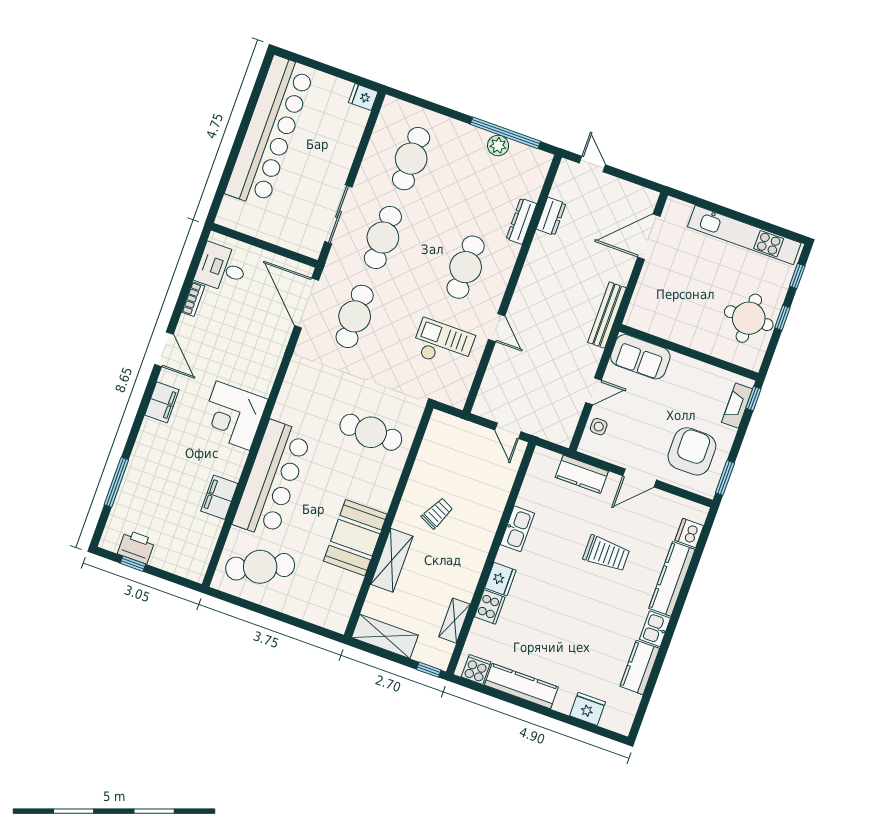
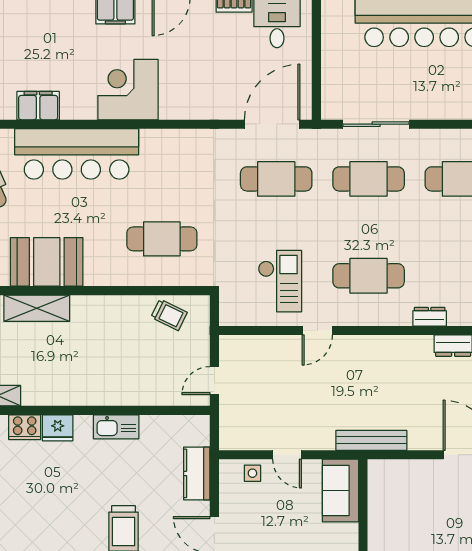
dresser: (521, 221) -> (430, 317), width x0.70
cafe table: (371, 432) -> (162, 239), turned 90
trolley: (437, 513) -> (169, 315), moved

